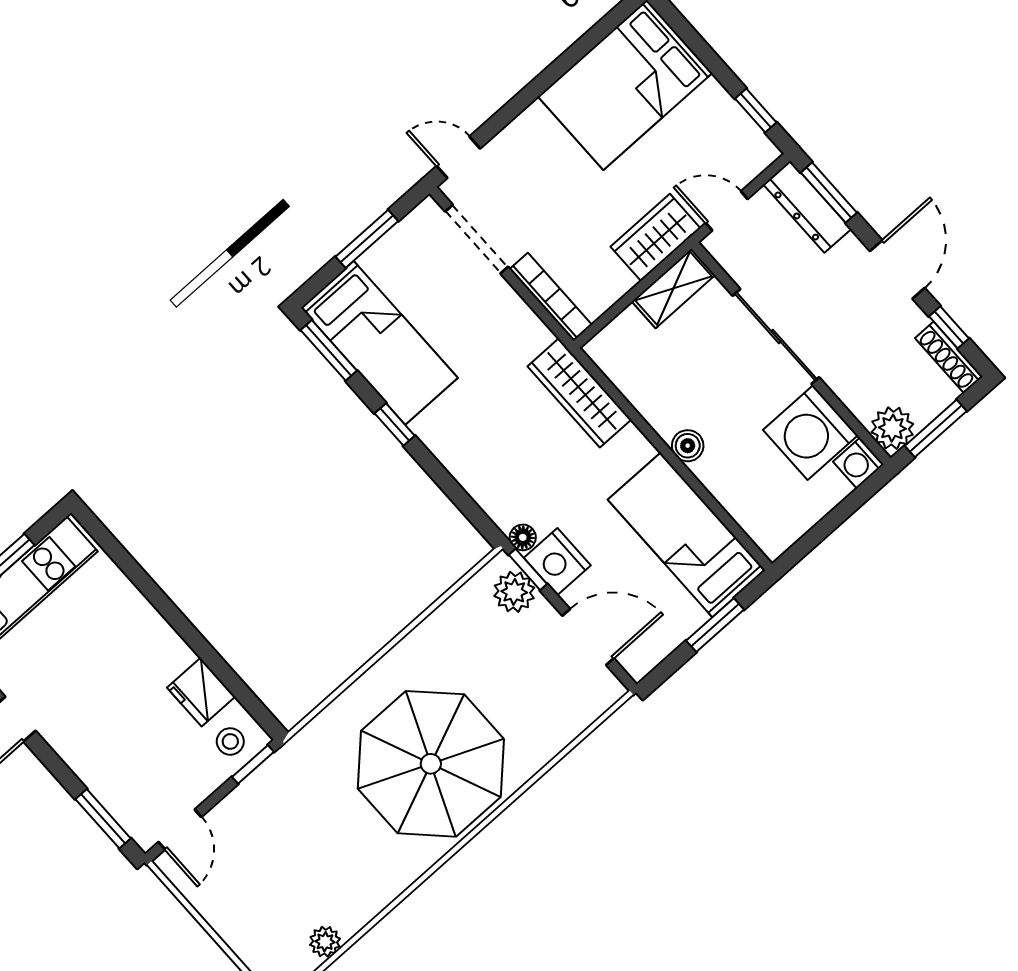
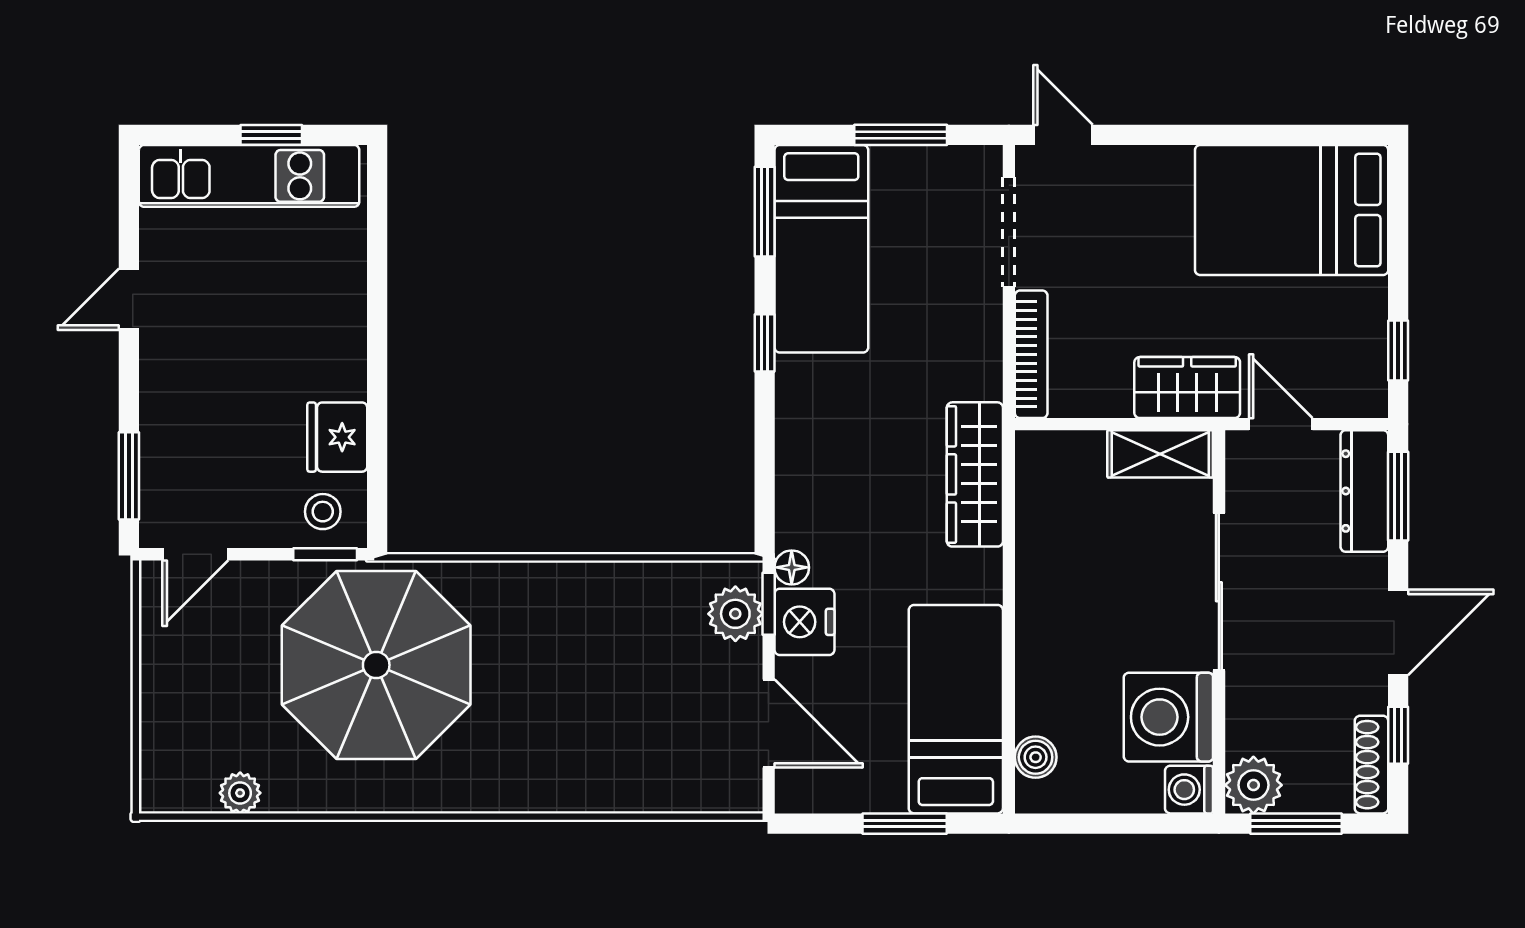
boiler: (688, 446) -> (1036, 757), moved
parasol: (431, 764) -> (376, 665), moved

